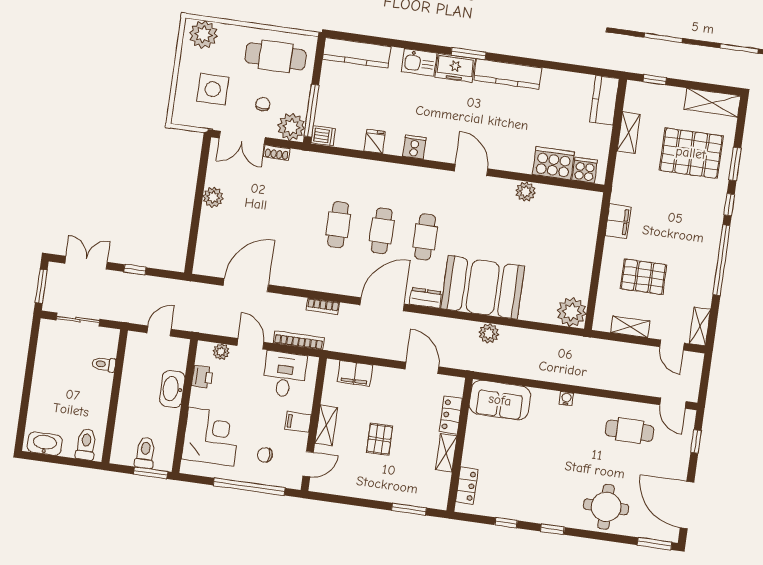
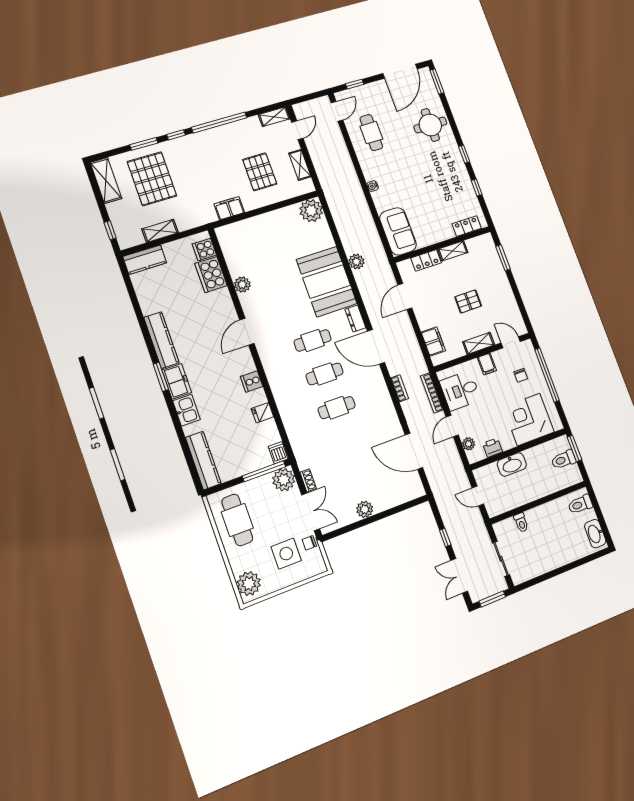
chair: (263, 104) -> (309, 543), moved

